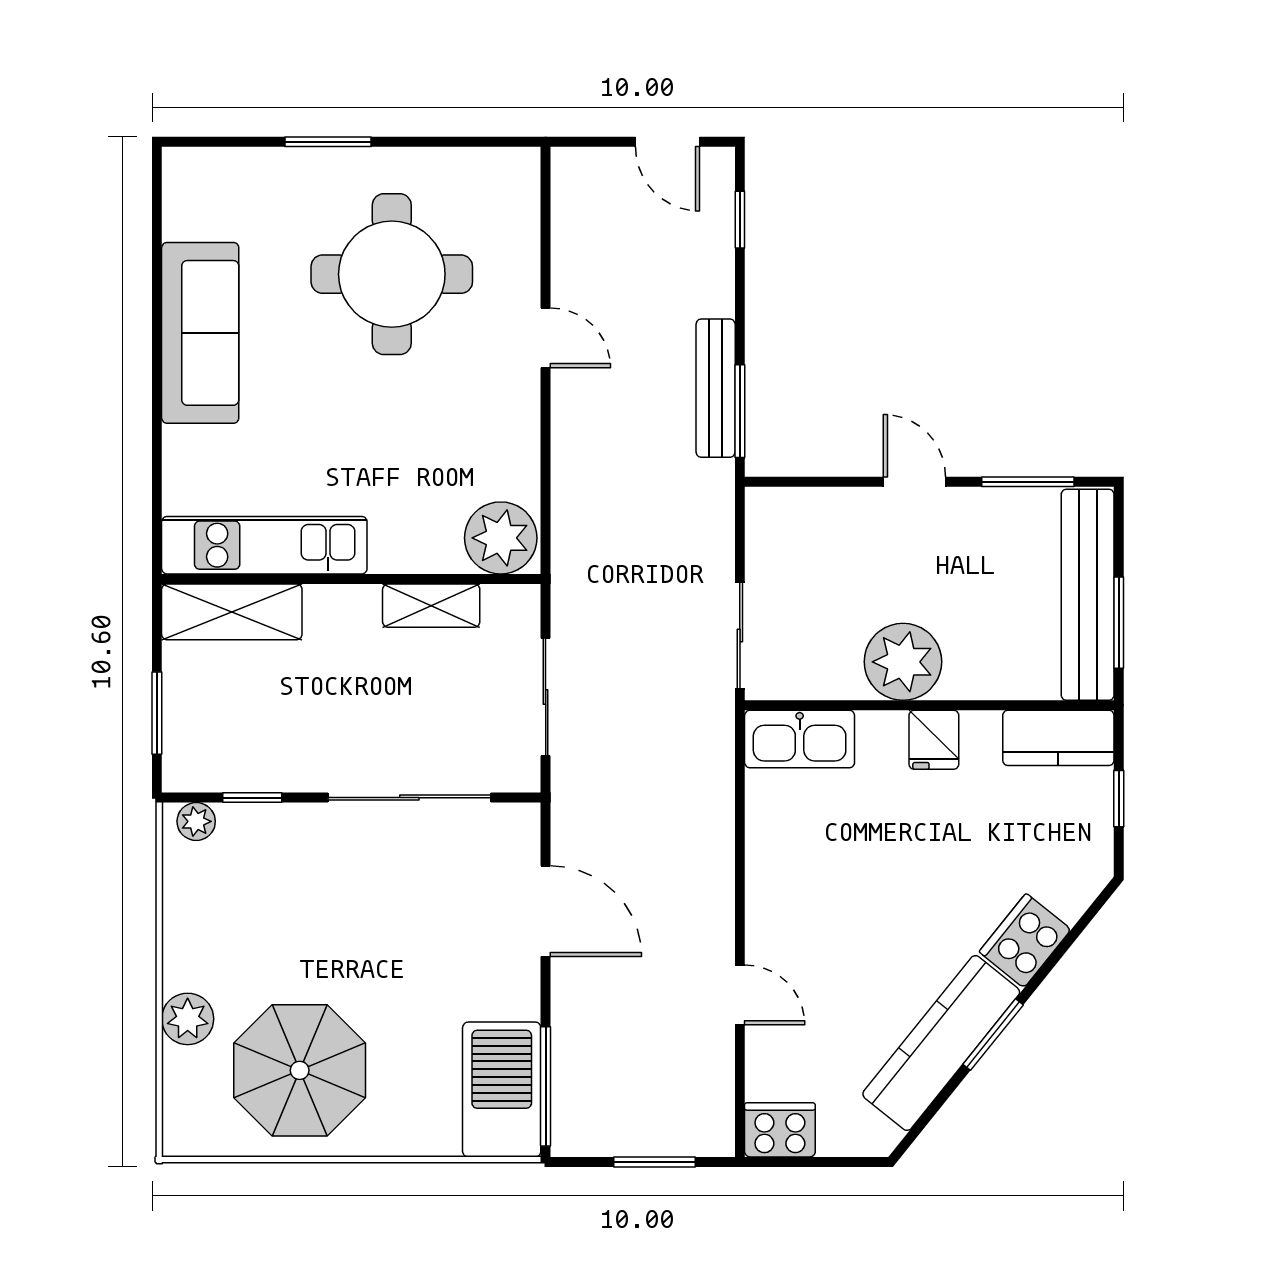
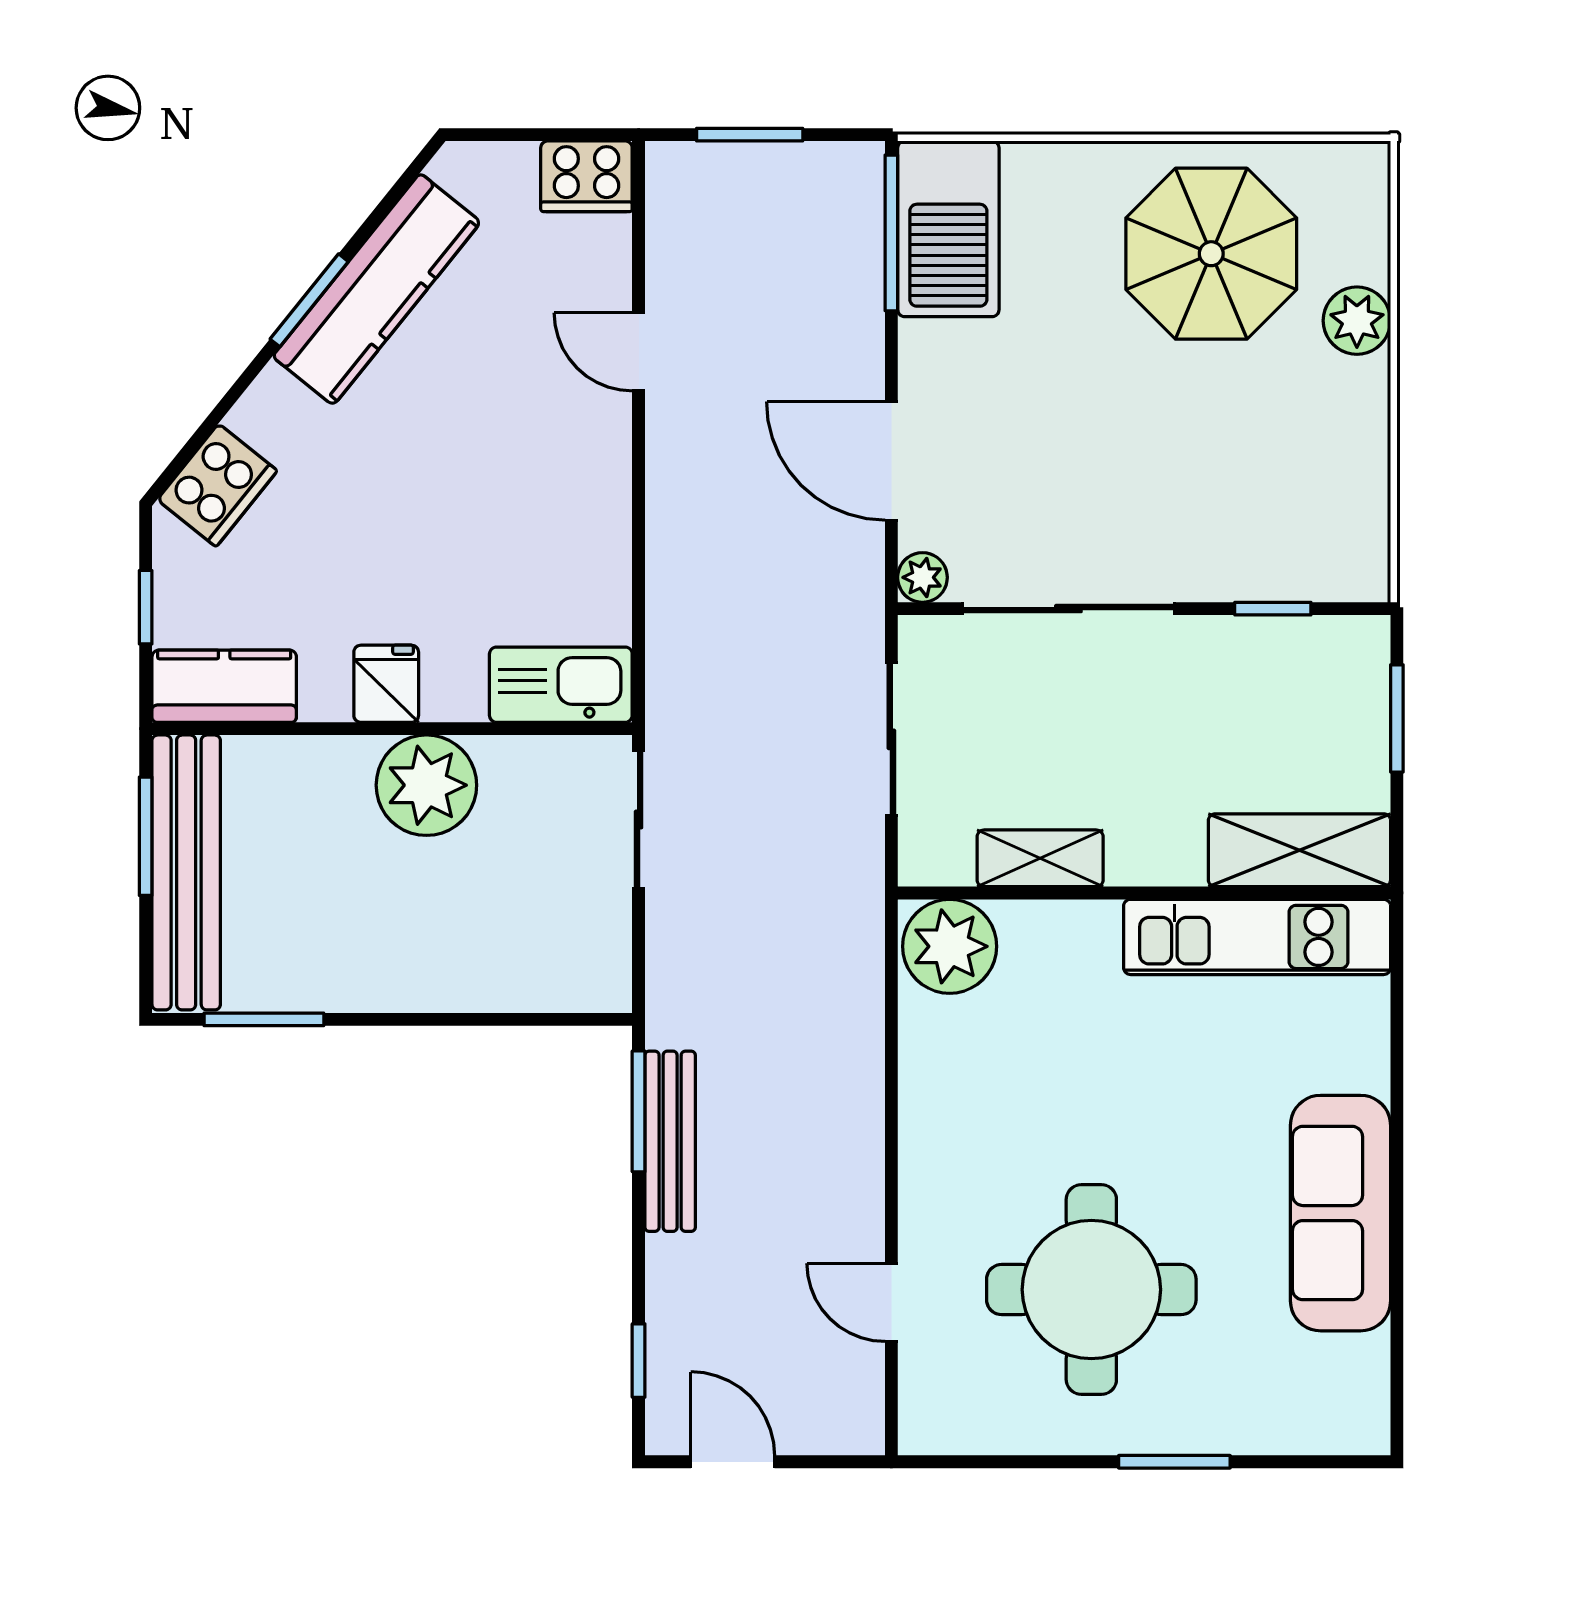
door: (546, 338) -> (891, 1302), moved
door: (914, 482) -> (412, 1019), removed
plant: (196, 821) -> (922, 577), moved
cooker: (1025, 941) -> (217, 485), moved

